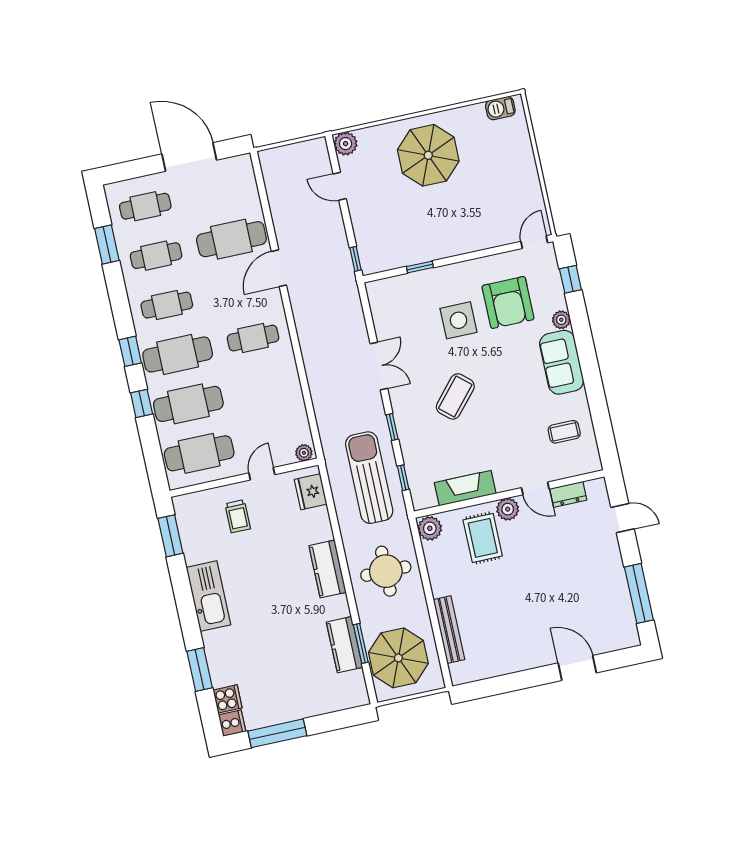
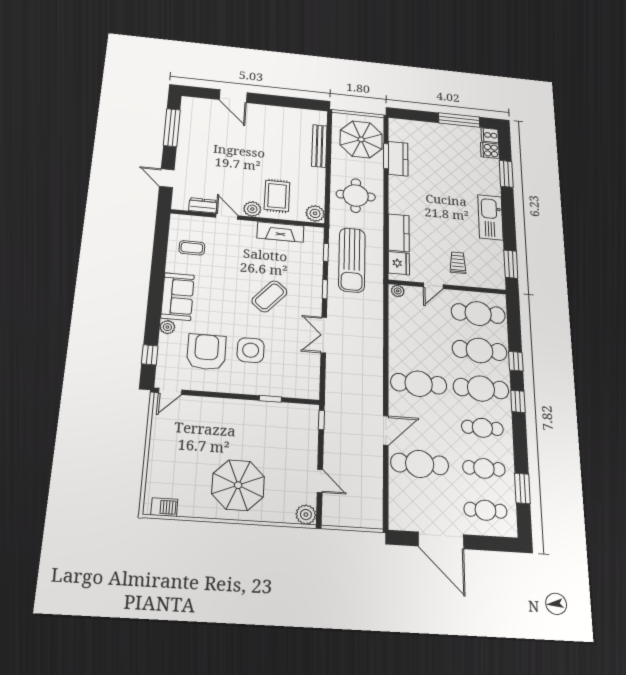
cafe table: (253, 338) -> (419, 384), width x1.37, depth x1.35
kitchen counter: (328, 569) -> (399, 233), moved

